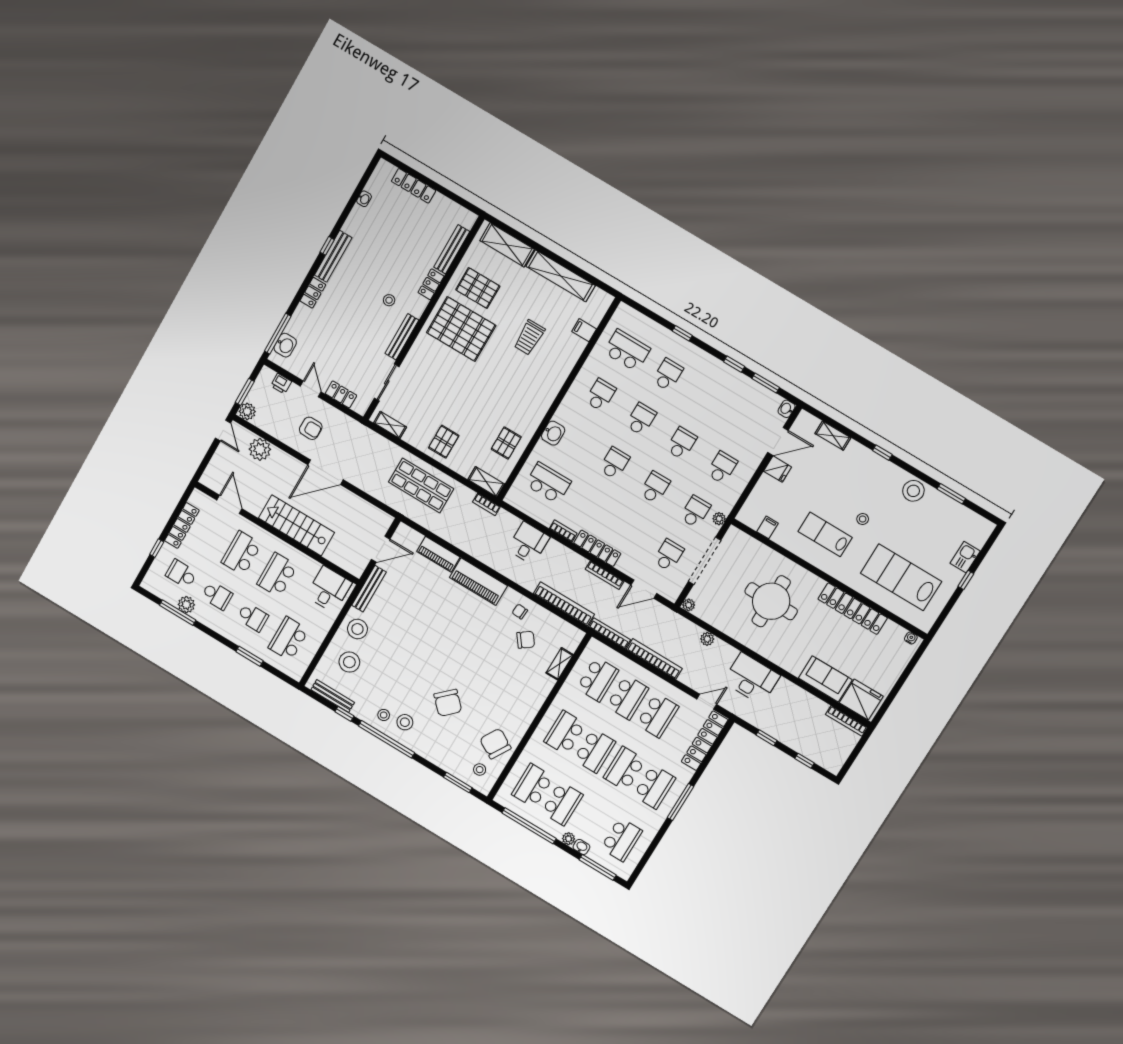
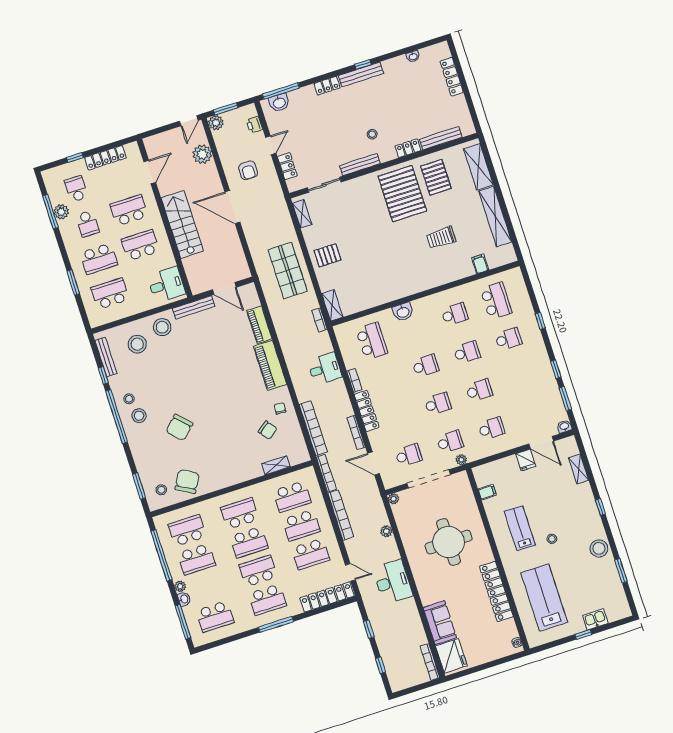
pallet: (506, 443) -> (367, 292), removed
school desk: (253, 617) -> (99, 259), width x1.85

